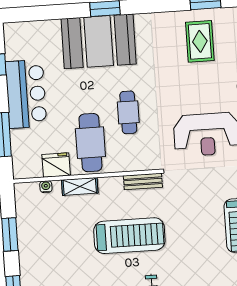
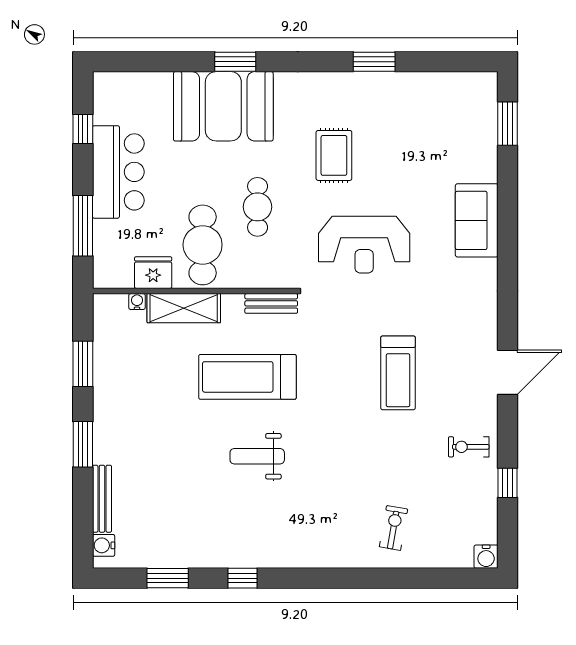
rug: (200, 41) -> (334, 155), moved
shelving: (80, 186) -> (184, 308), width x1.50, depth x1.33
treadmill: (129, 236) -> (247, 377), turned 180

